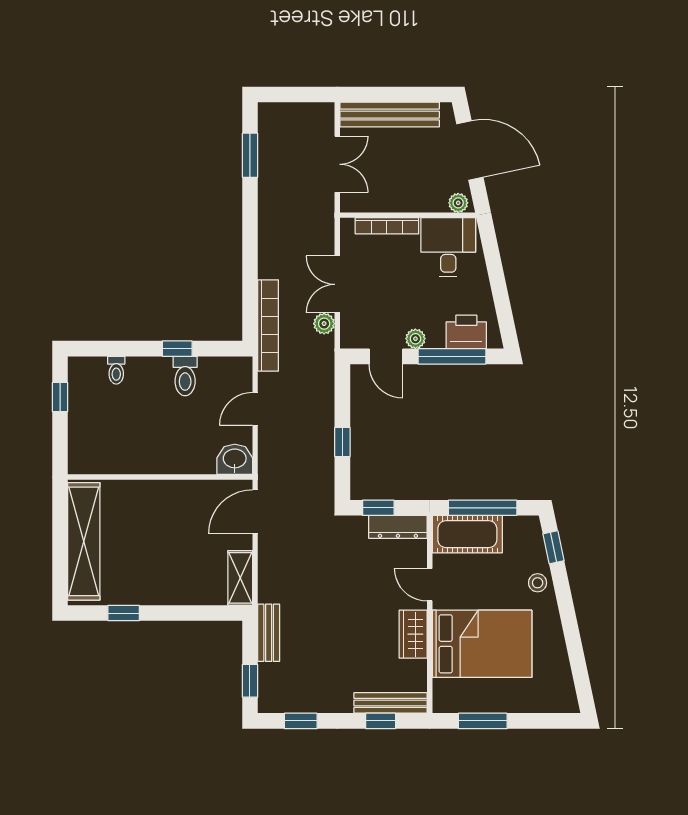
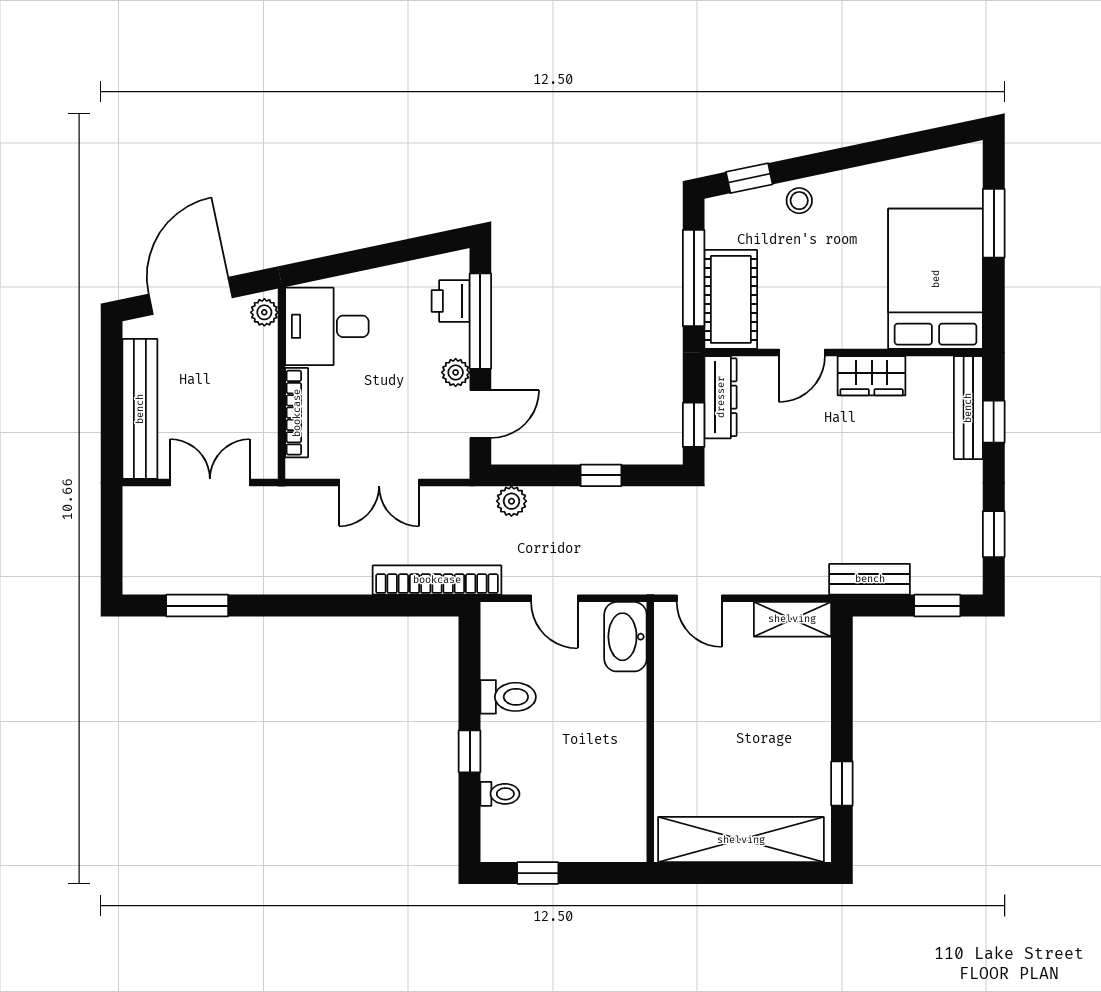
plant: (324, 324) -> (511, 501), moved
printer: (466, 332) -> (451, 301), width x0.73, depth x0.81
window: (177, 349) -> (470, 751), moved
washbasin: (235, 459) -> (625, 637), width x1.38
door: (255, 512) -> (699, 598), width x0.73
bed: (482, 644) -> (936, 279), moved
window: (483, 721) -> (994, 223), moved

